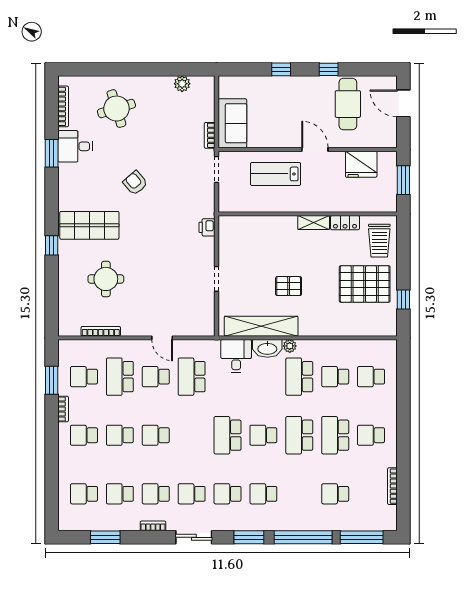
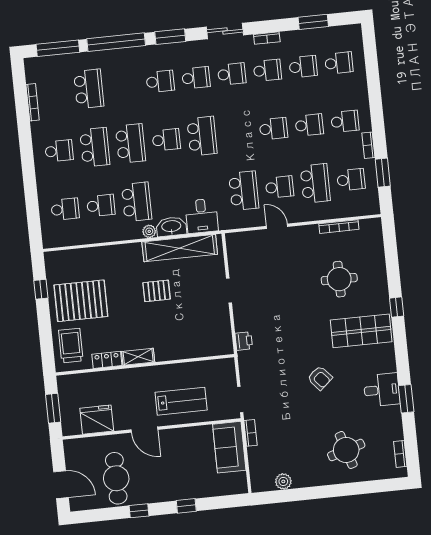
bookcase: (63, 106) -> (400, 454), width x0.64
desk: (75, 146) -> (382, 390), moved
school desk: (335, 494) -> (89, 89), width x1.85

